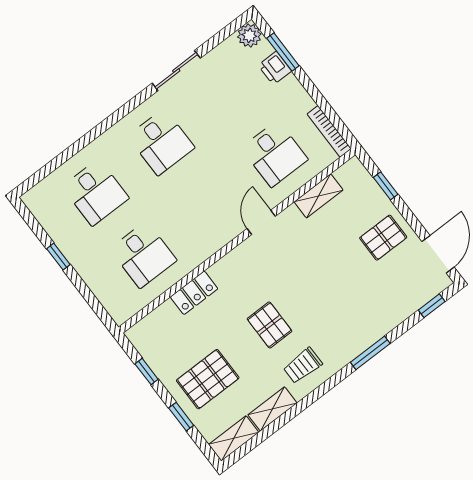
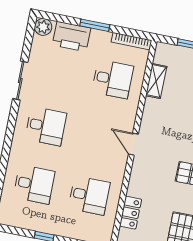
window: (283, 52) -> (95, 25), moved
printer: (275, 68) -> (72, 37), width x1.87, depth x1.48
door: (261, 222) -> (133, 144), moved
locker: (194, 293) -> (130, 213), moved

